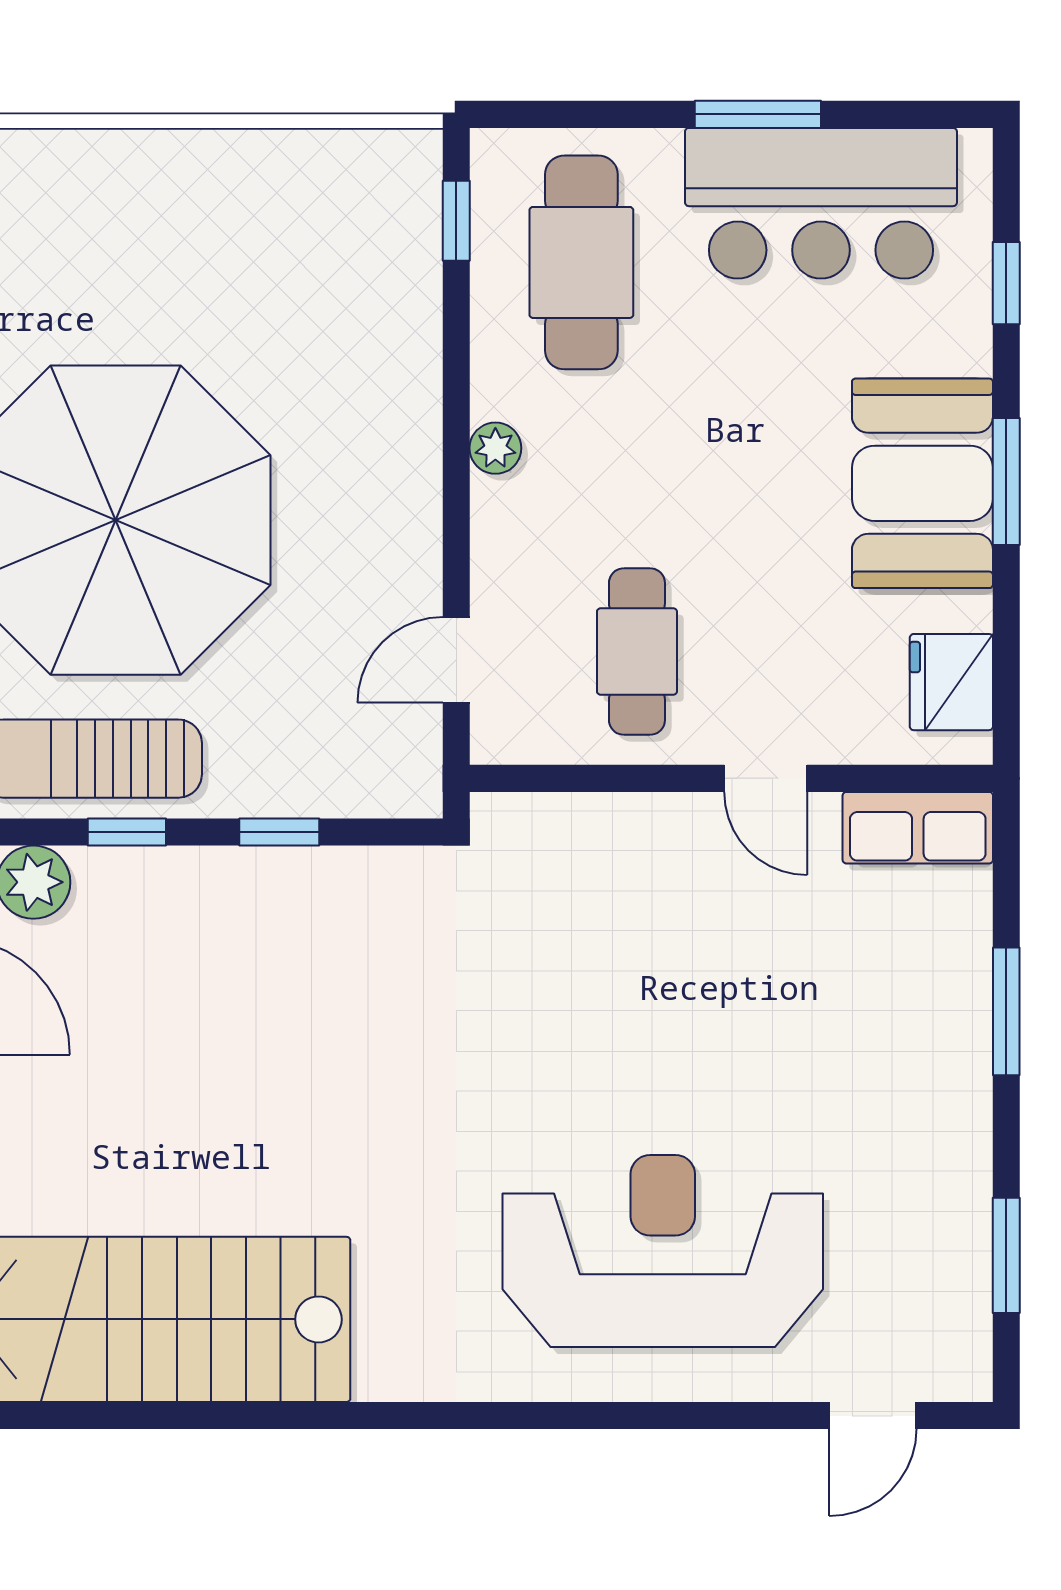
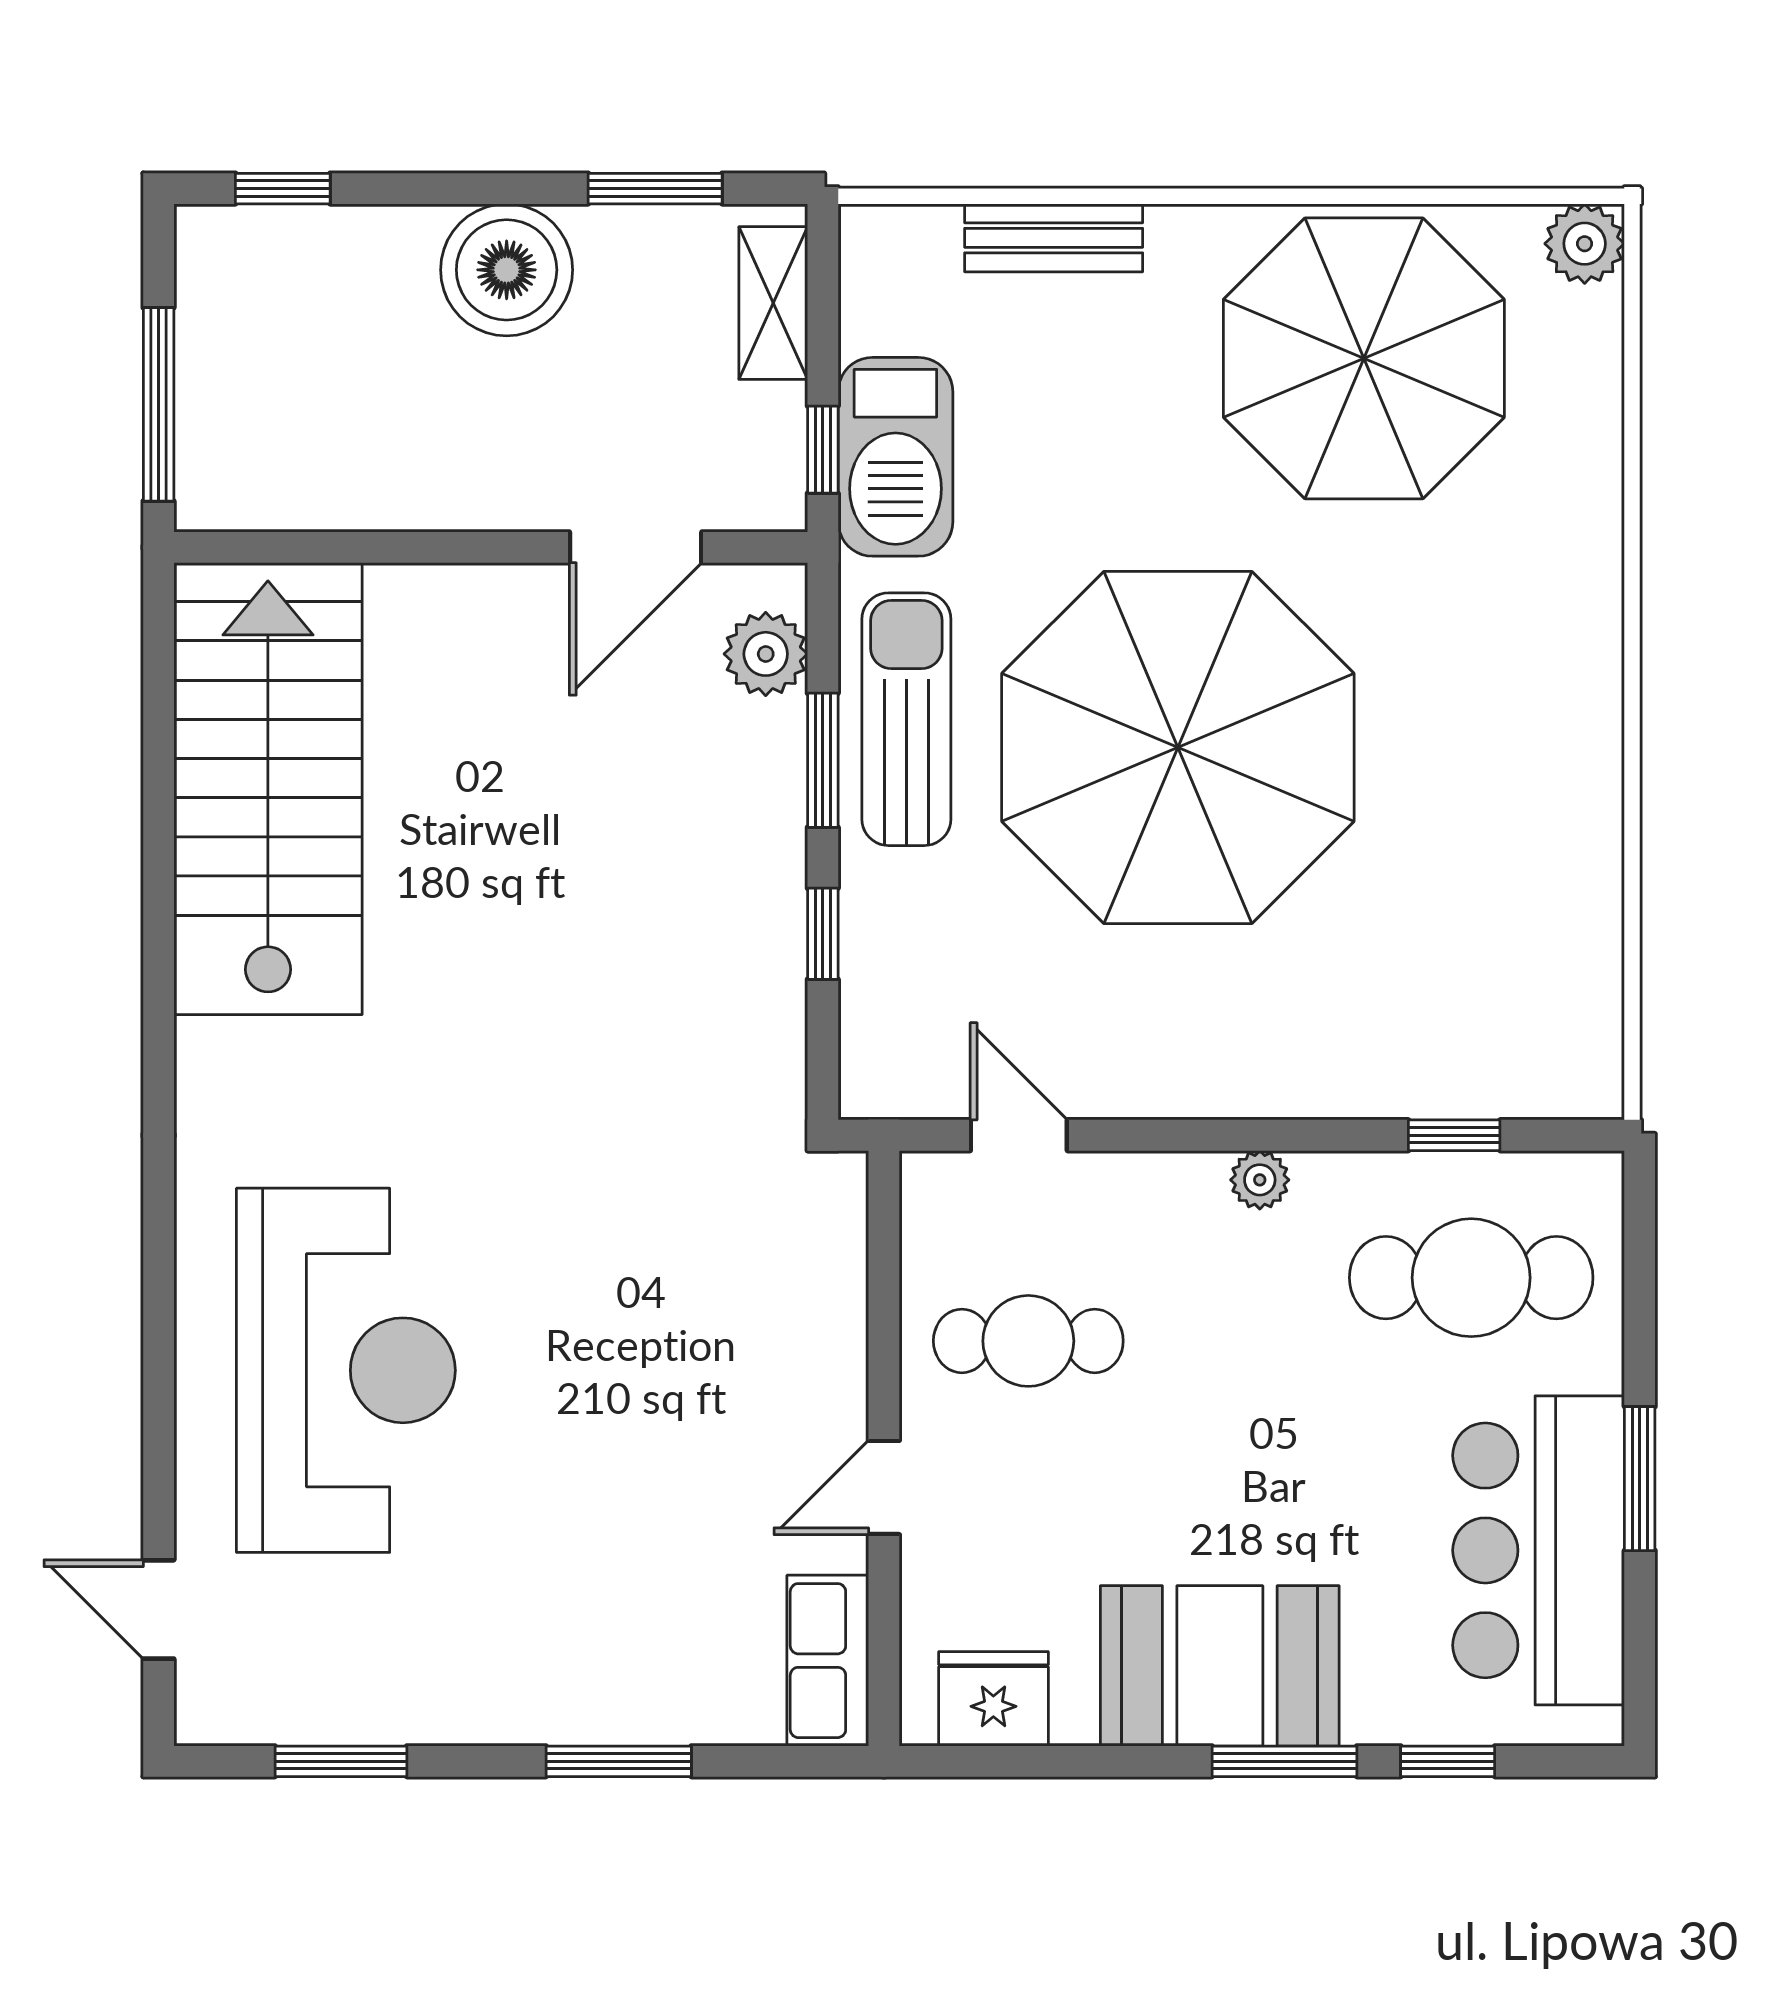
window: (456, 221) -> (1454, 1135), moved
window: (1006, 482) -> (1284, 1761), moved
window: (127, 832) -> (823, 760), width x1.50

